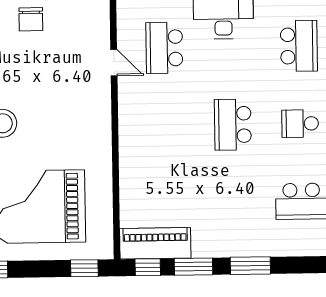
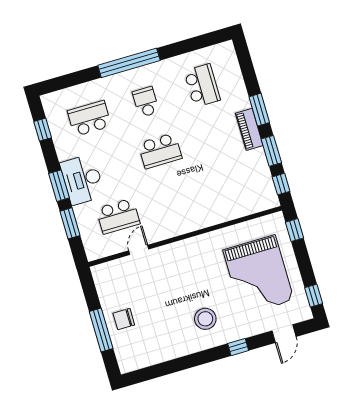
chair: (31, 19) -> (124, 319), turned 180
school desk: (300, 124) -> (146, 102), turned 180
piano: (155, 243) -> (249, 129), moved, width x0.73, depth x0.75

